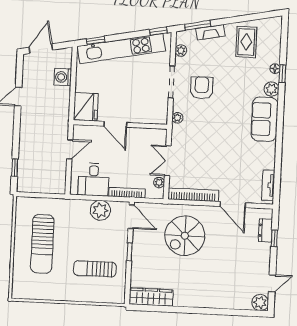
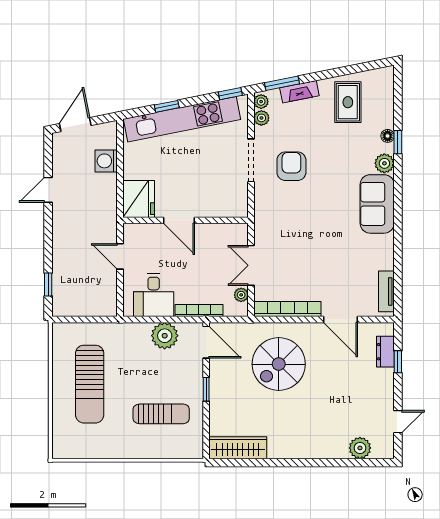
window: (96, 40) -> (167, 106), moved
plant: (177, 118) -> (261, 102), moved
door: (70, 149) -> (120, 256), swing flipped
sun lounger: (95, 269) -> (161, 414), turned 180
plant: (260, 303) -> (360, 448), moved

